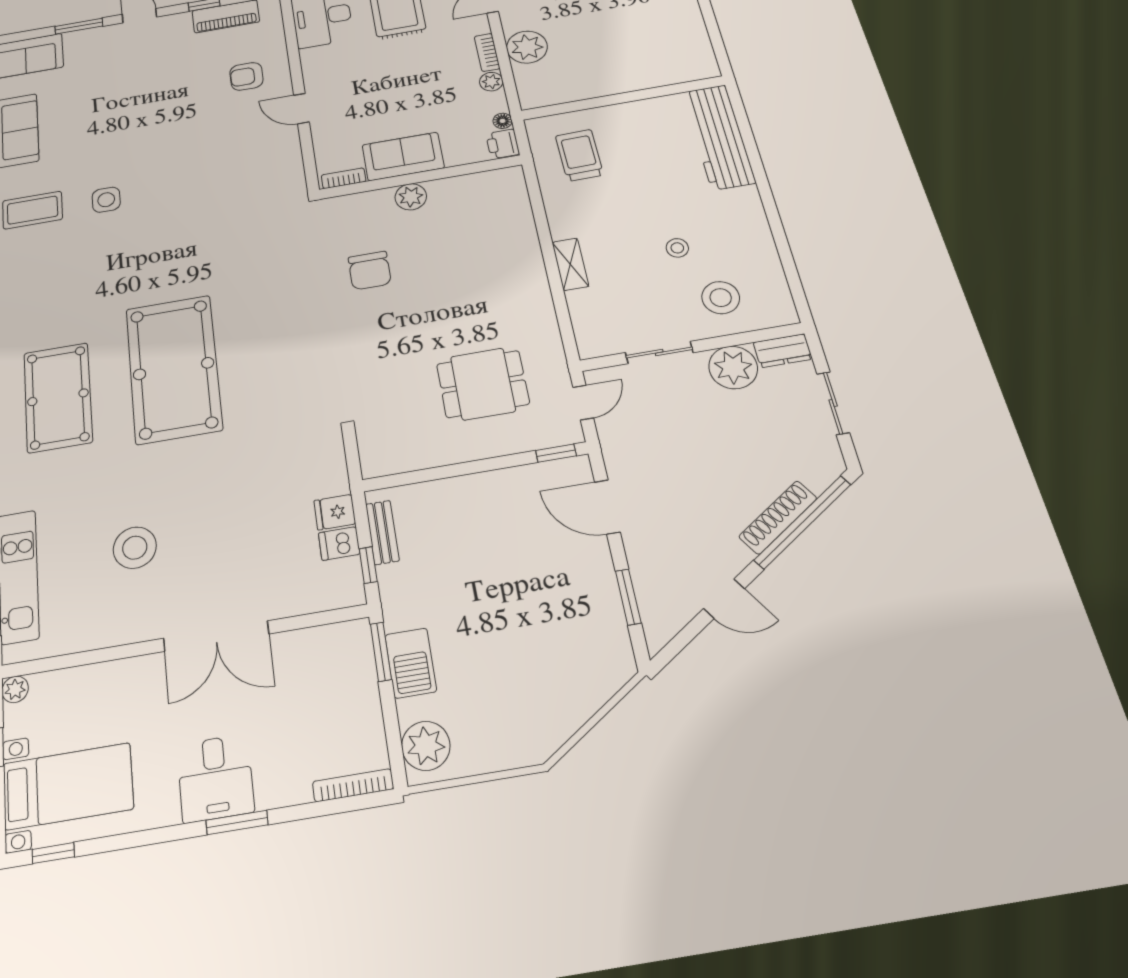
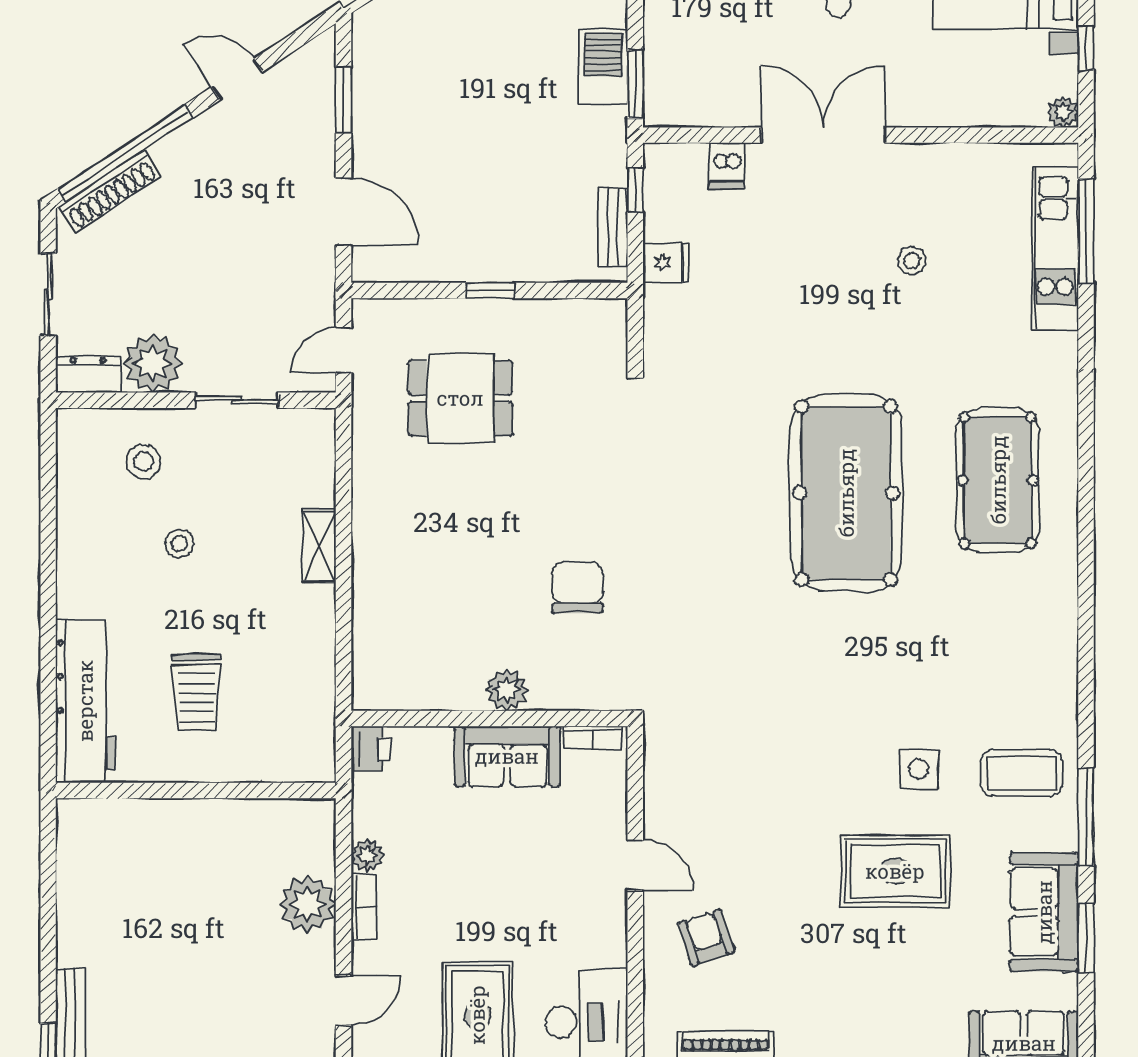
armchair: (246, 76) -> (706, 938), turned -108
floor lamp: (503, 121) -> (364, 787), removed
rug: (119, 137) -> (895, 871), added
trolley: (579, 155) -> (196, 692), moved
stool: (721, 298) -> (144, 462), width x0.73, depth x0.73
window: (556, 453) -> (490, 290), moved
shoe rack: (778, 517) -> (110, 191), moved
dishwasher: (339, 544) -> (727, 166), moved, turned 90
stool: (135, 548) -> (912, 261), width x0.53, depth x0.53

